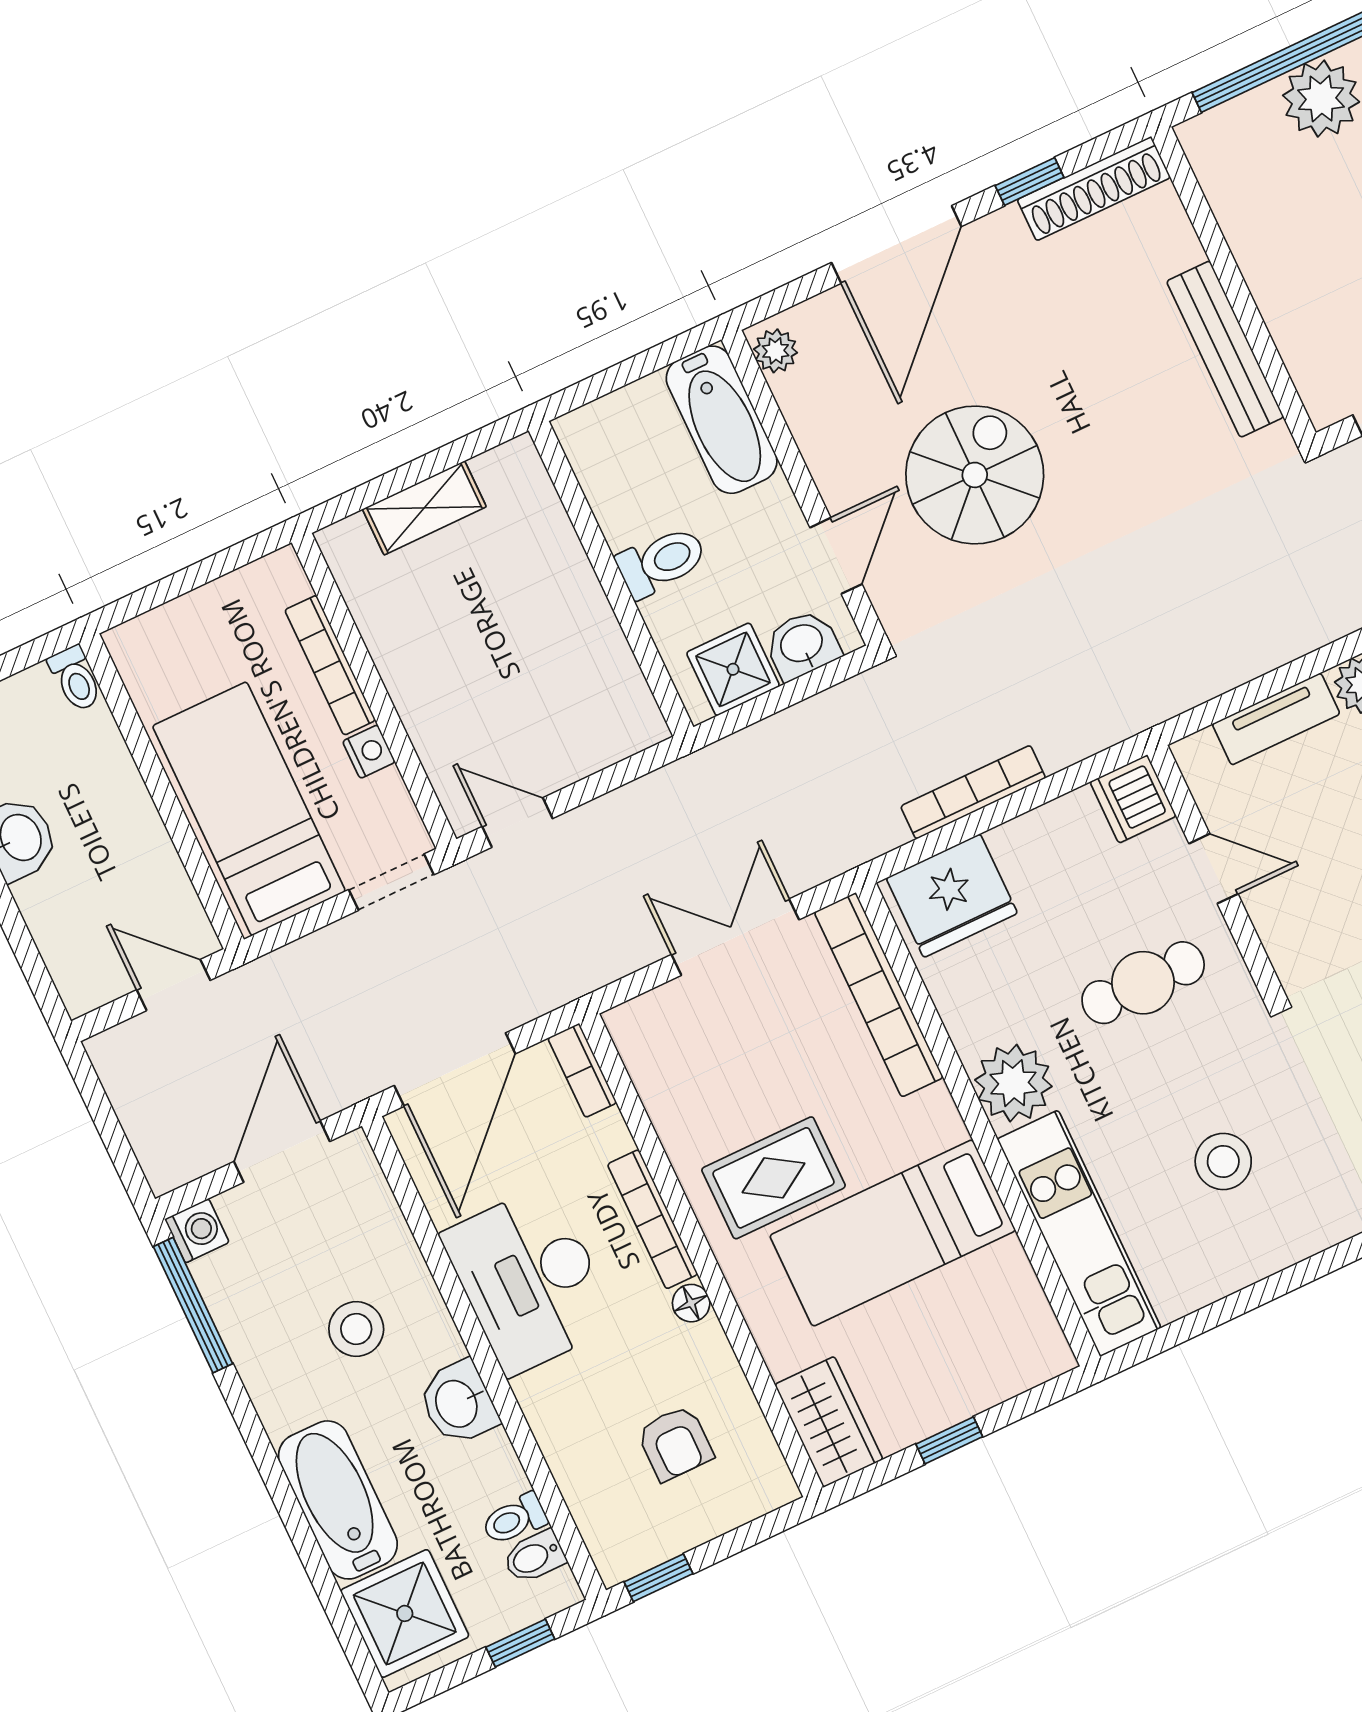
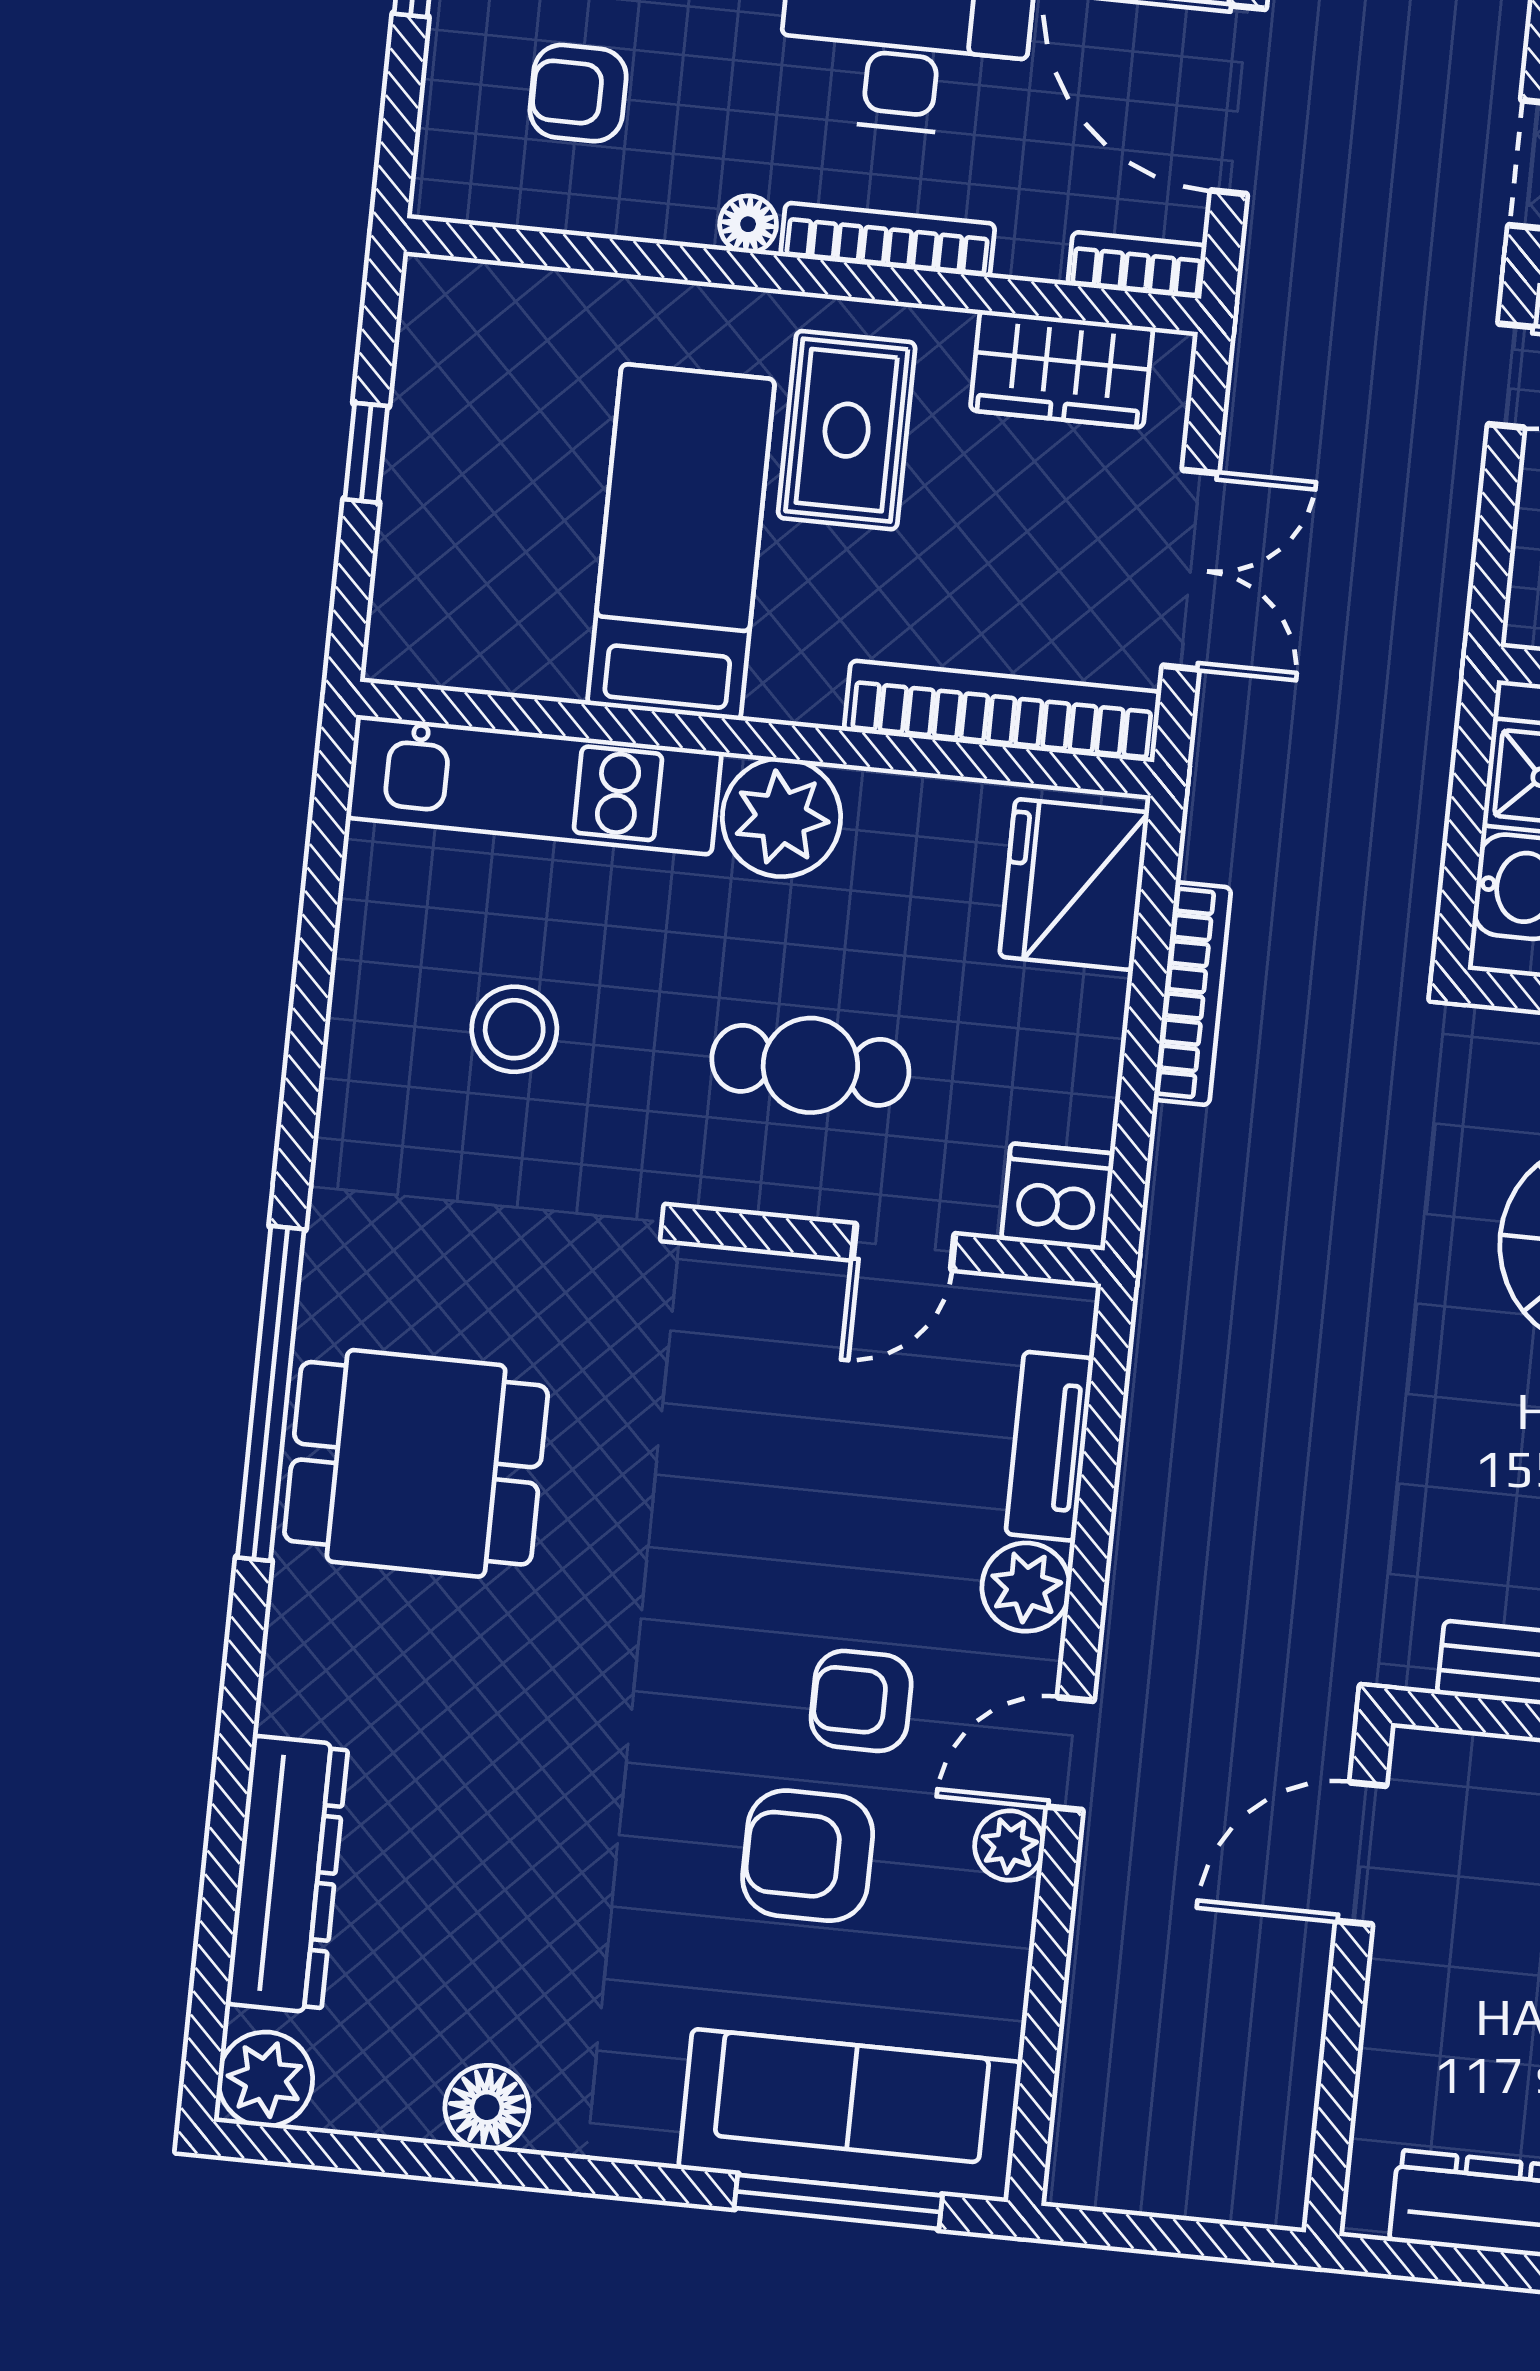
cafe table: (1143, 983) -> (810, 1065), turned 90
wardrobe: (829, 1422) -> (1062, 369), moved

